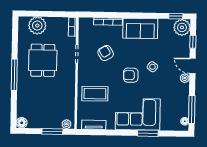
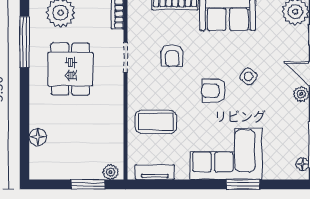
armchair: (106, 53) -> (172, 55), turned -149
window: (14, 75) -> (25, 42), moved
floor lamp: (22, 123) -> (38, 137), moved

